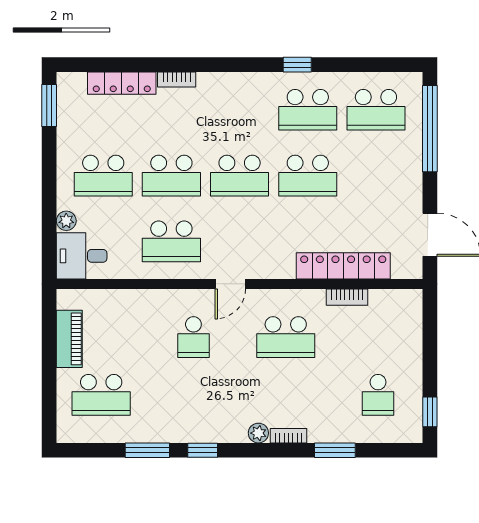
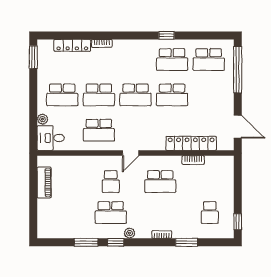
school desk: (101, 395) -> (111, 213), moved
plant: (258, 433) -> (129, 233), moved

